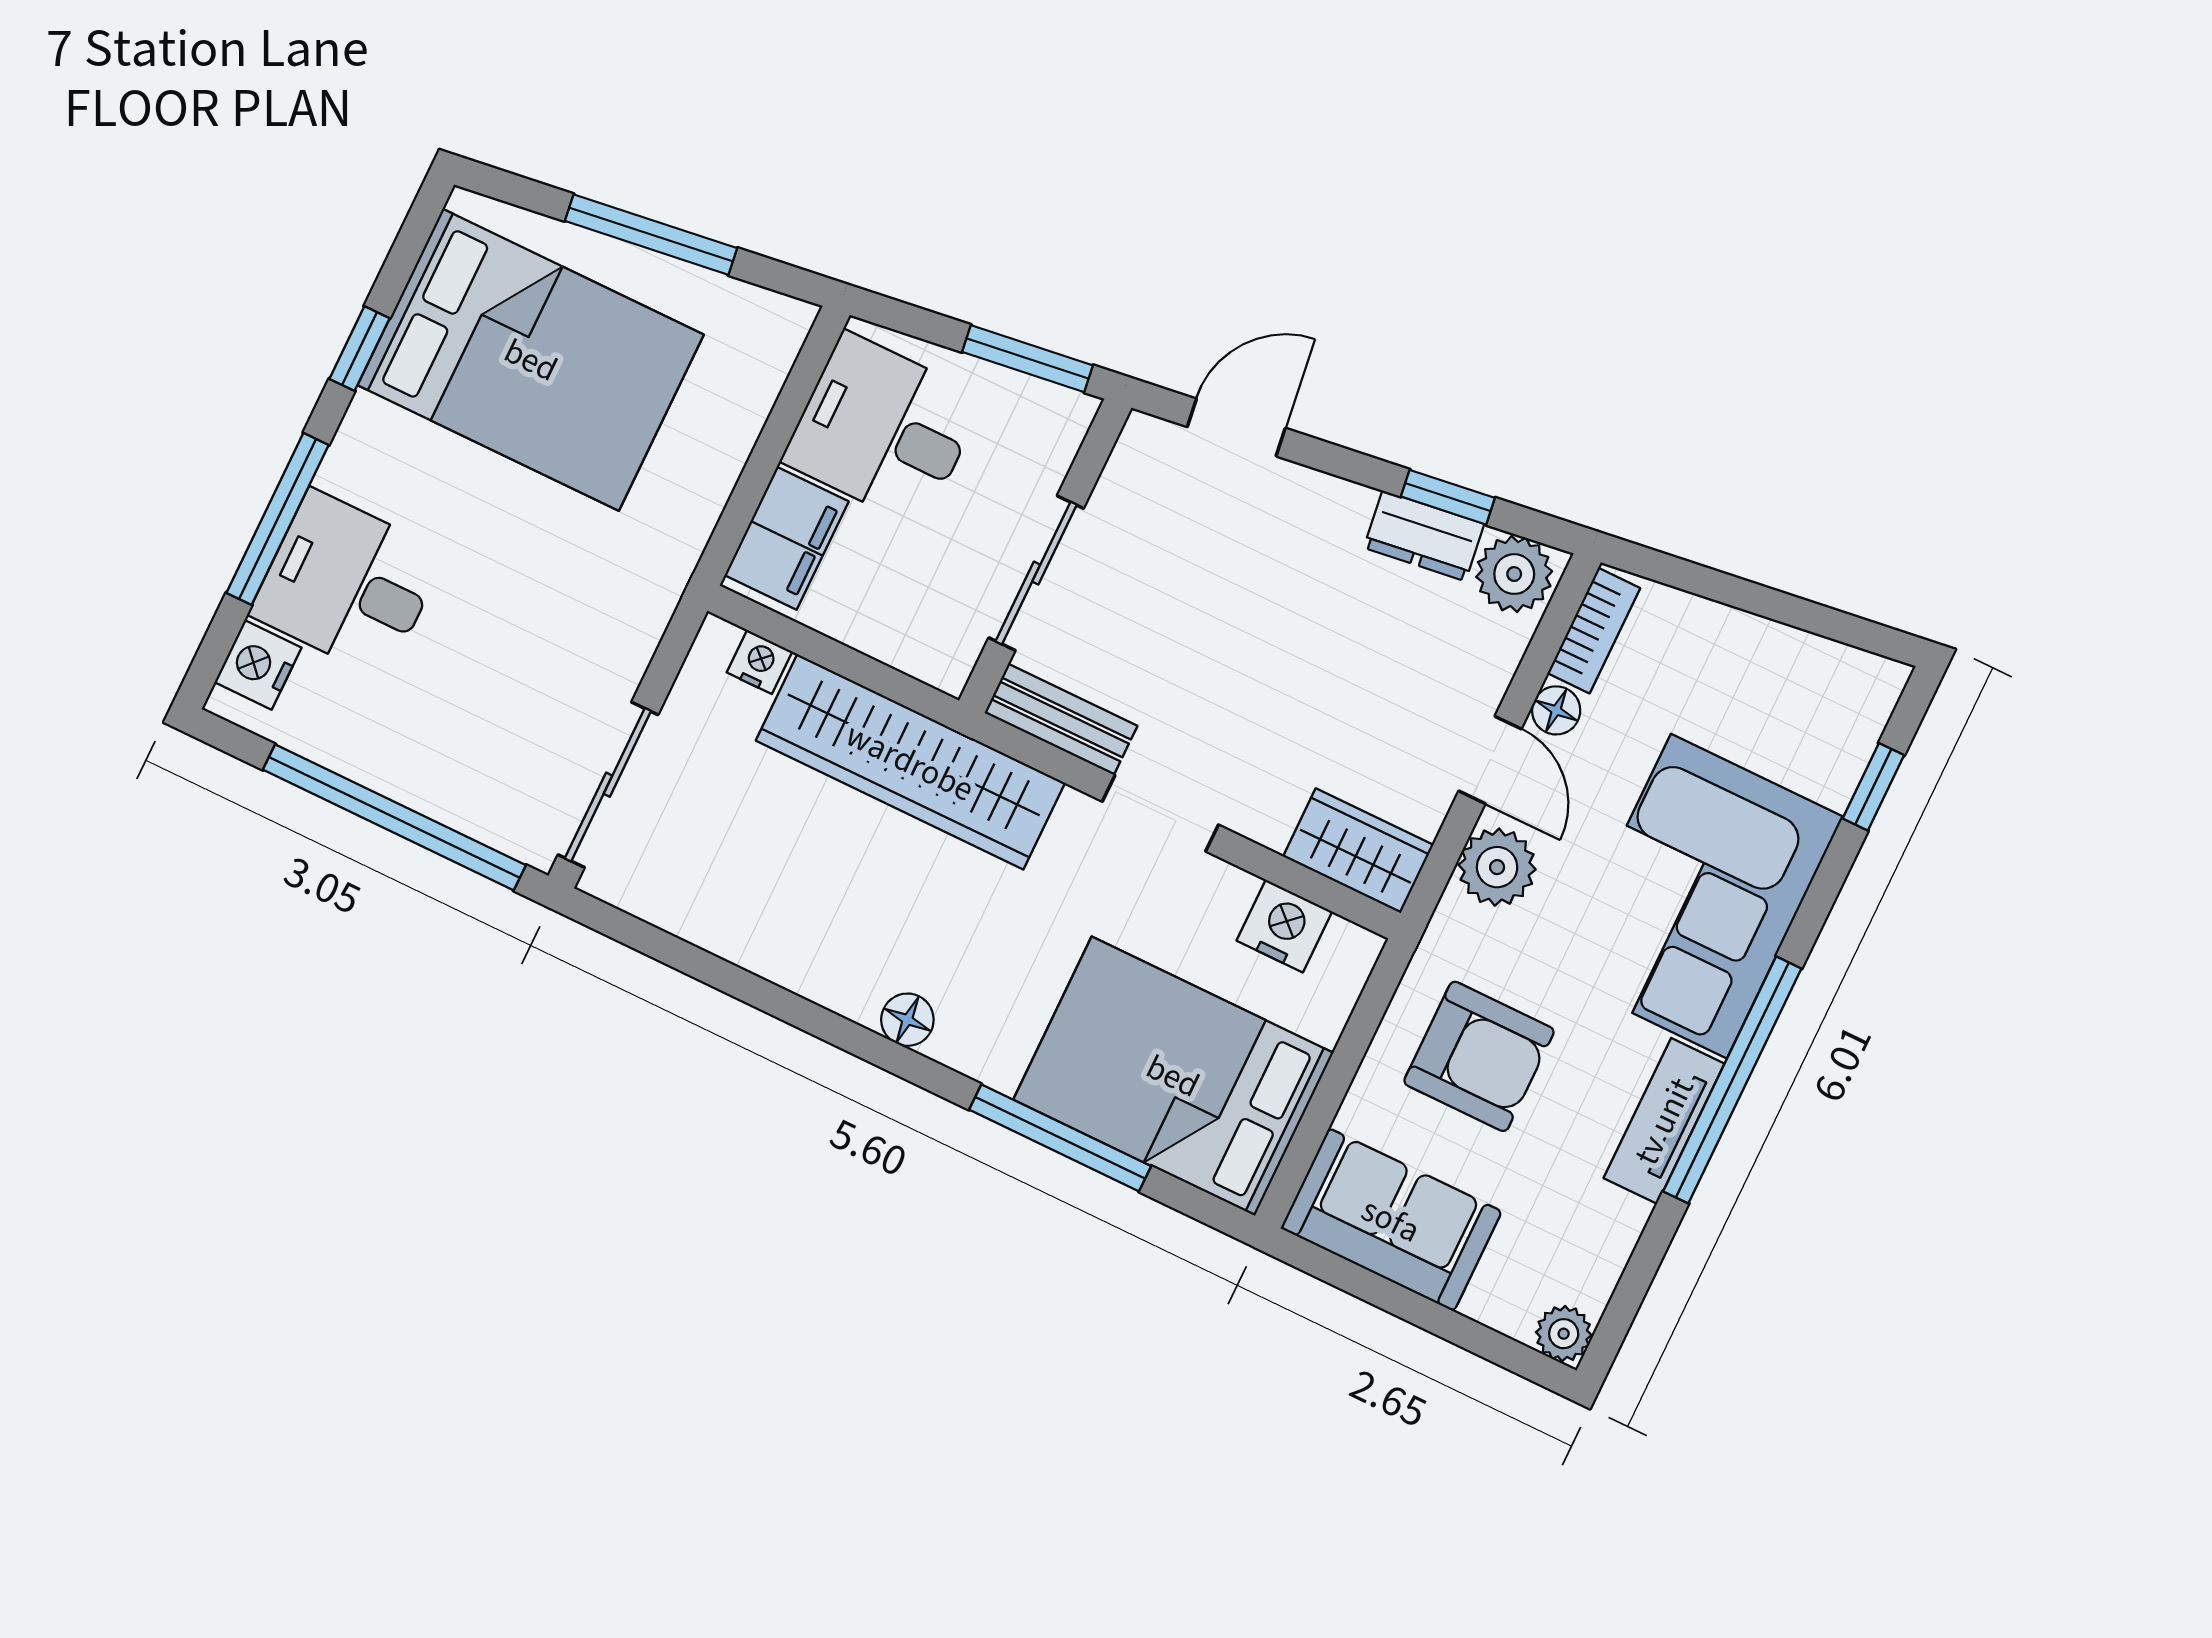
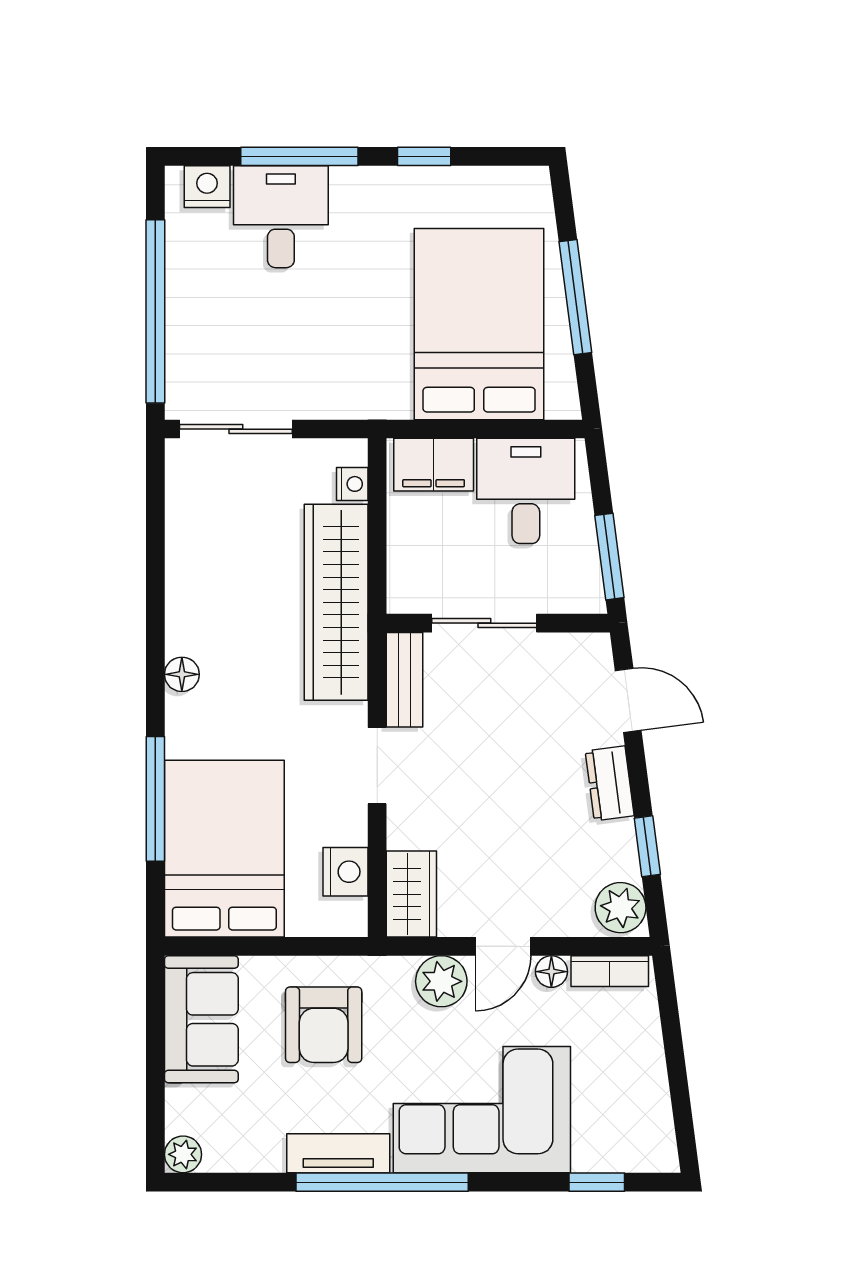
bed: (531, 360) -> (479, 324), moved, turned 180
dresser: (1424, 536) -> (610, 783), moved

